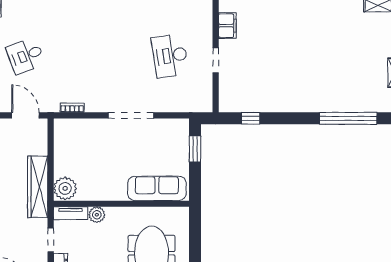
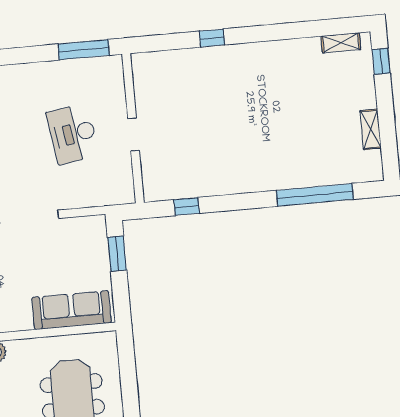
filing cabinet: (227, 26) -> (145, 87), removed

